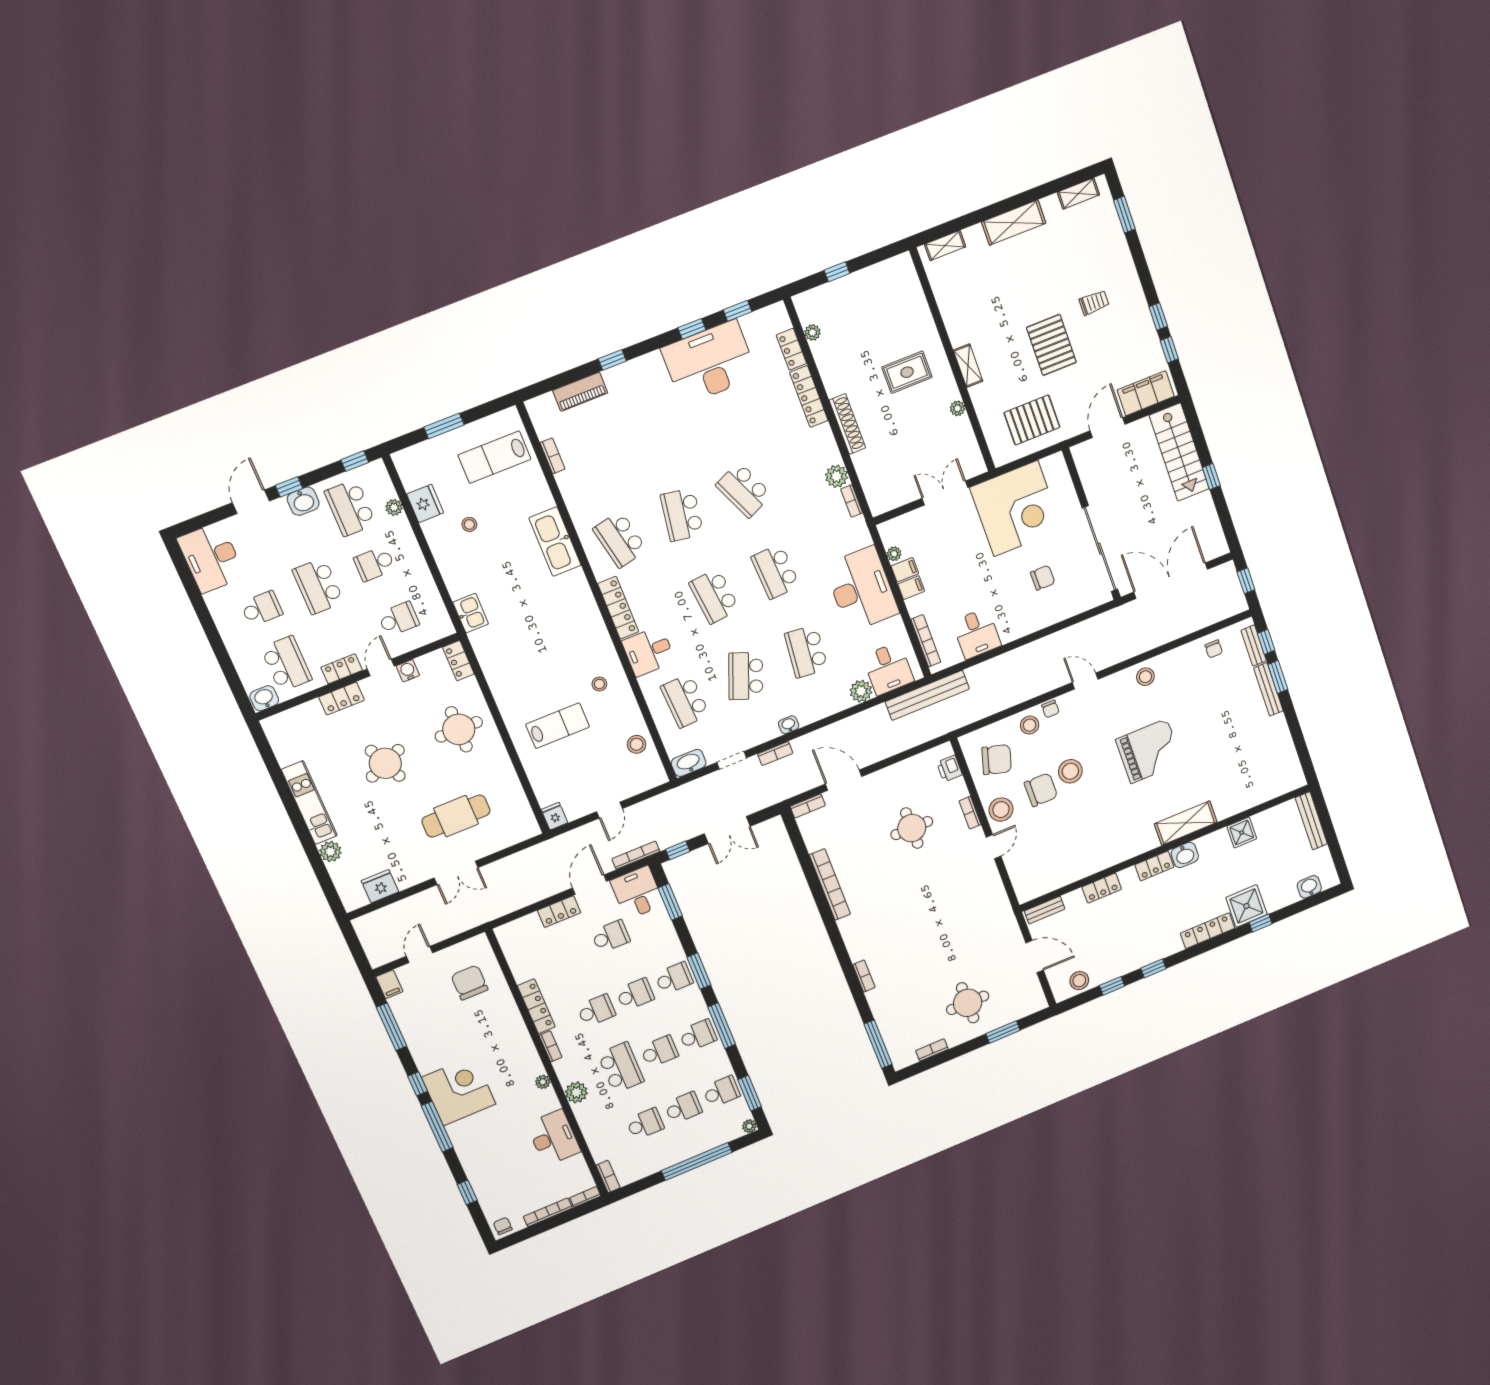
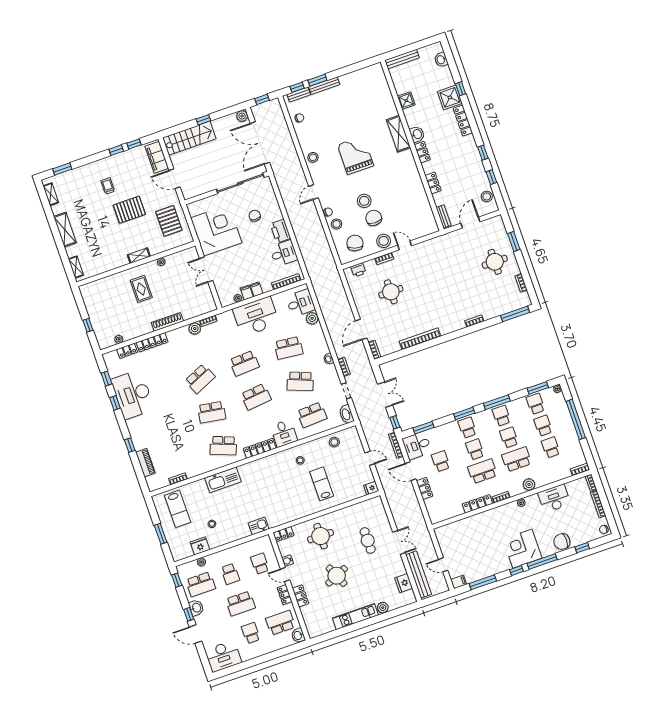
school desk: (620, 539) -> (223, 446), turned 33
plant: (1218, 546) -> (242, 116), added
printer: (1016, 626) -> (280, 231), added
bench: (927, 695) -> (419, 574), moved
cafe table: (456, 816) -> (368, 540), width x0.73, depth x0.74
chair: (469, 983) -> (562, 542), moved
school desk: (596, 1011) -> (482, 471), width x1.85

